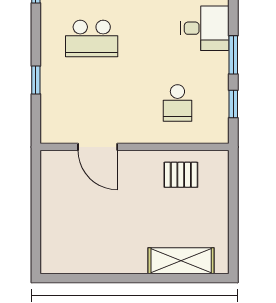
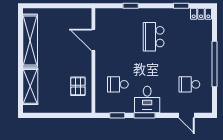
desk: (205, 28) -> (147, 100), moved
door: (98, 147) -> (93, 40), hinge flipped
shelving: (99, 261) -> (30, 41), added

